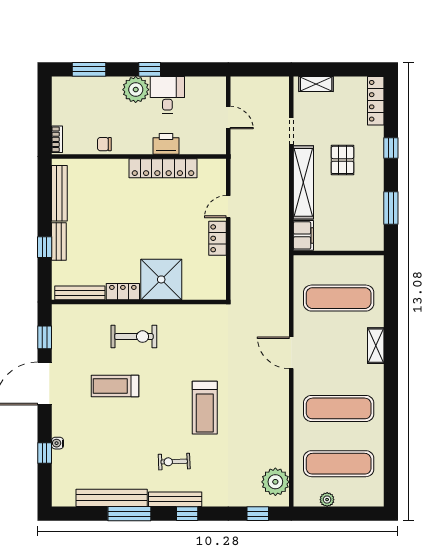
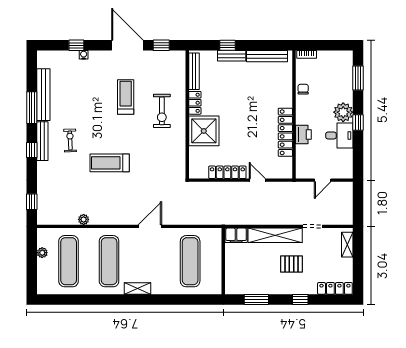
locker: (217, 238) -> (227, 172), width x1.53
shelving: (376, 346) -> (138, 288), moved
plant: (275, 482) -> (84, 219), moved, width x0.53, depth x0.53

